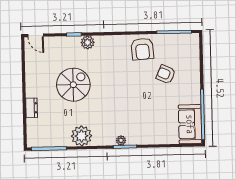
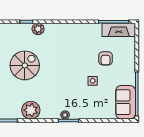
fireplace: (180, 41) -> (119, 30), added
armchair: (142, 49) -> (86, 36), removed
armchair: (166, 74) -> (106, 58), turned -114
side table: (152, 100) -> (93, 81), added

